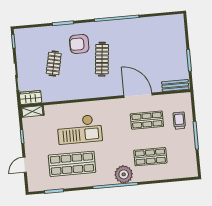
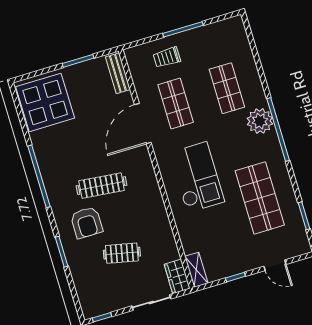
display table: (166, 33) -> (45, 102), added
checkout: (80, 129) -> (197, 177), moved

